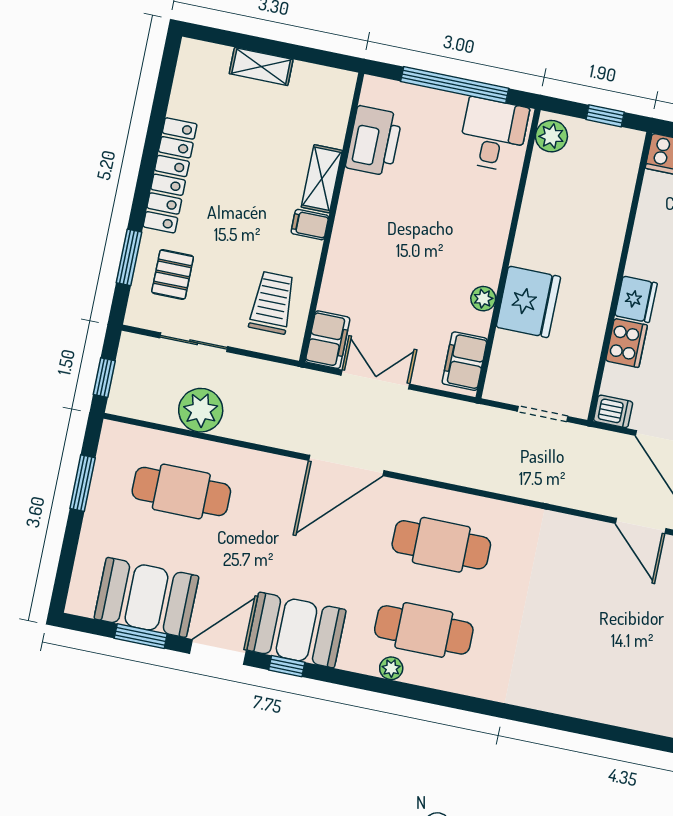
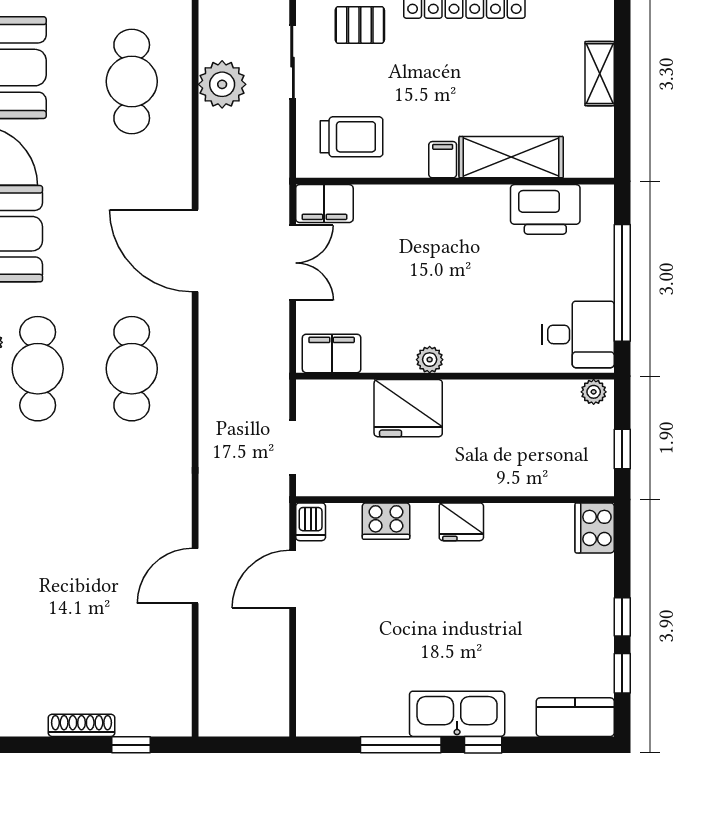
plant: (551, 136) -> (594, 392), width x0.73, depth x0.73
shelving: (322, 179) -> (511, 157), width x1.50, depth x1.33
plant: (483, 299) -> (430, 360), moved
fridge: (636, 299) -> (461, 522), moved

